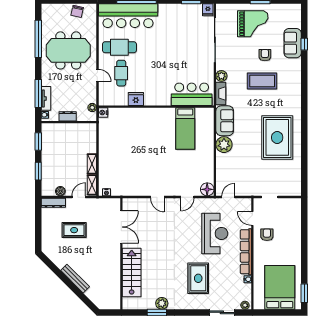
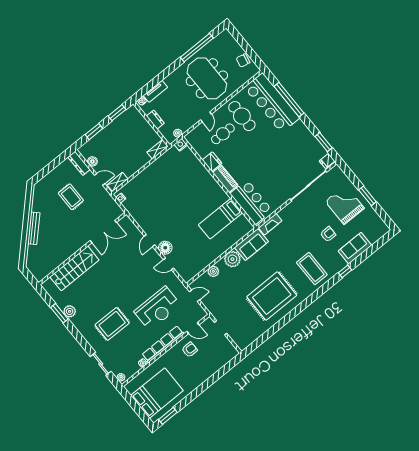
grand piano: (253, 24) -> (345, 205), turned 180
window: (304, 44) -> (345, 271), moved
plant: (221, 76) -> (213, 271), moved
coffee table: (262, 81) -> (312, 269), moved
window: (38, 93) -> (154, 82), removed
piano: (157, 100) -> (225, 179), added
shelving: (92, 164) -> (157, 149), moved
floor lamp: (207, 189) -> (165, 248), moved
door: (252, 219) -> (193, 328), swing flipped

